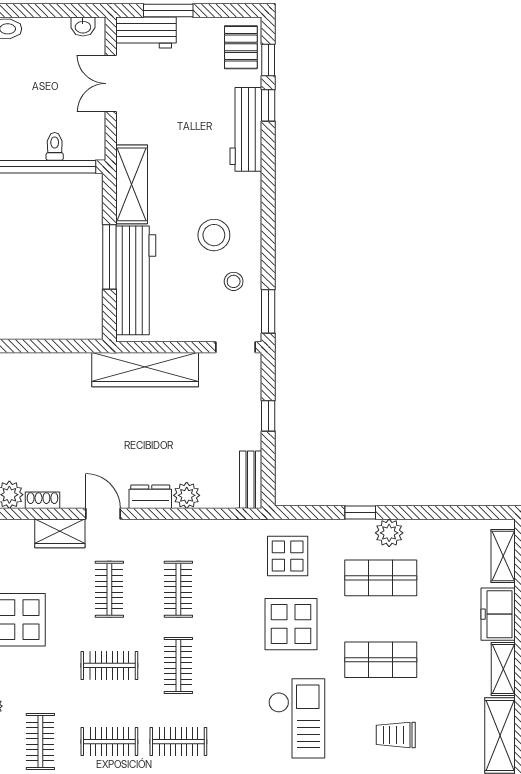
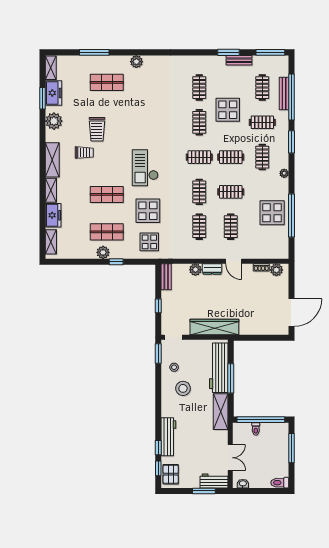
wardrobe: (60, 533) -> (253, 252), removed
trolley: (396, 735) -> (84, 153), moved

